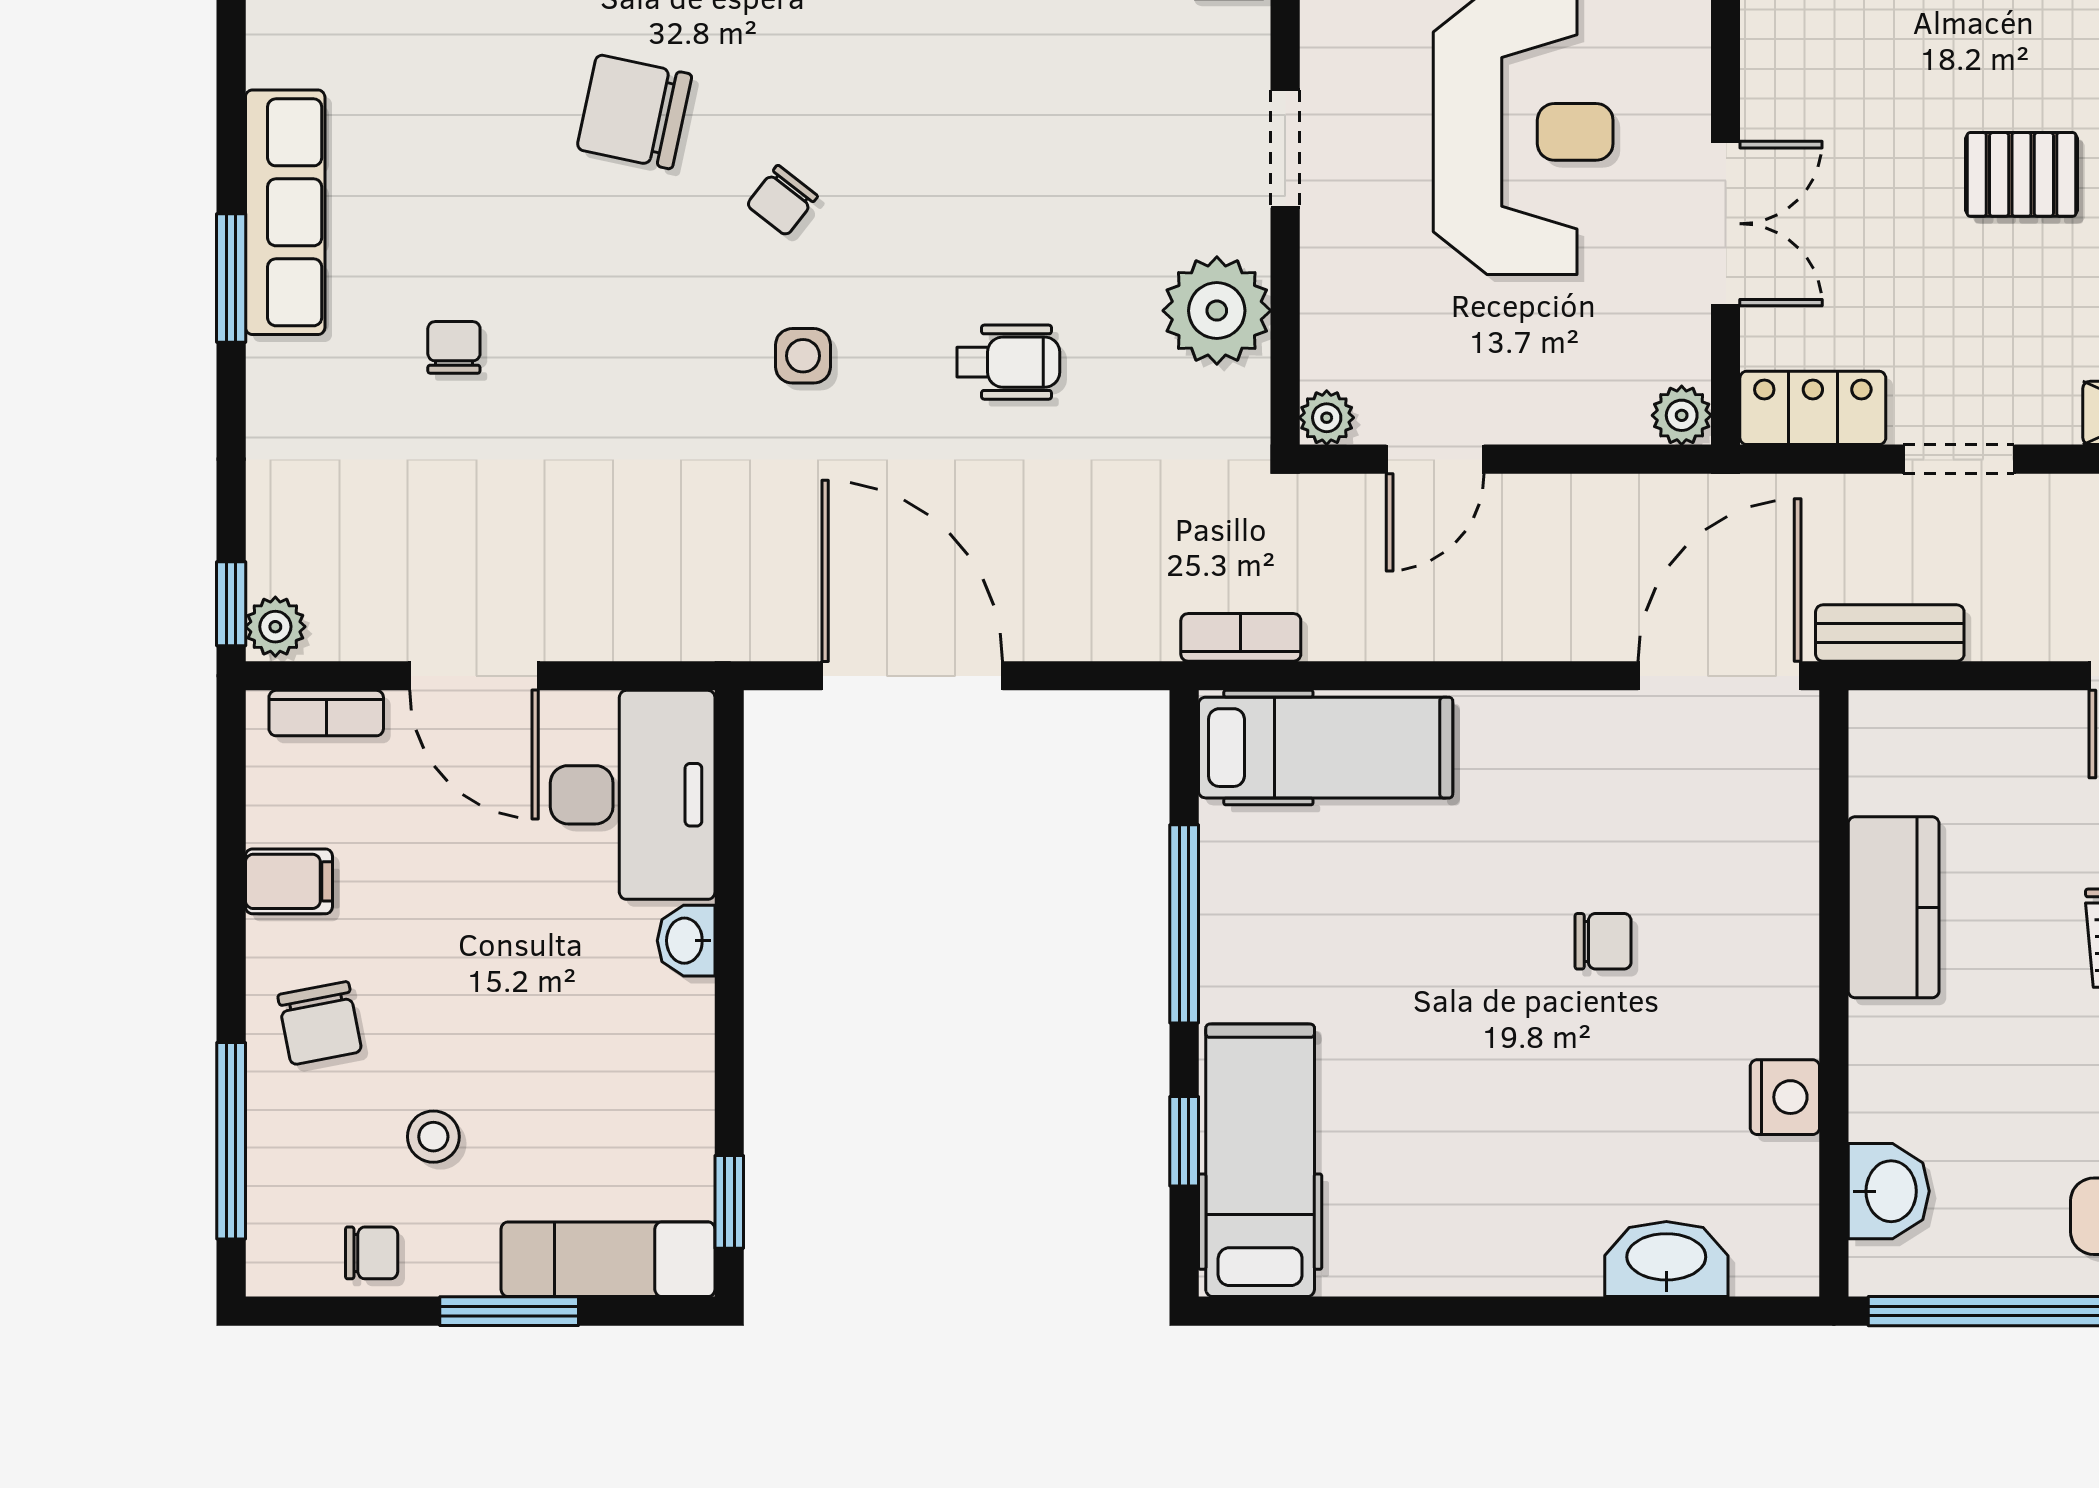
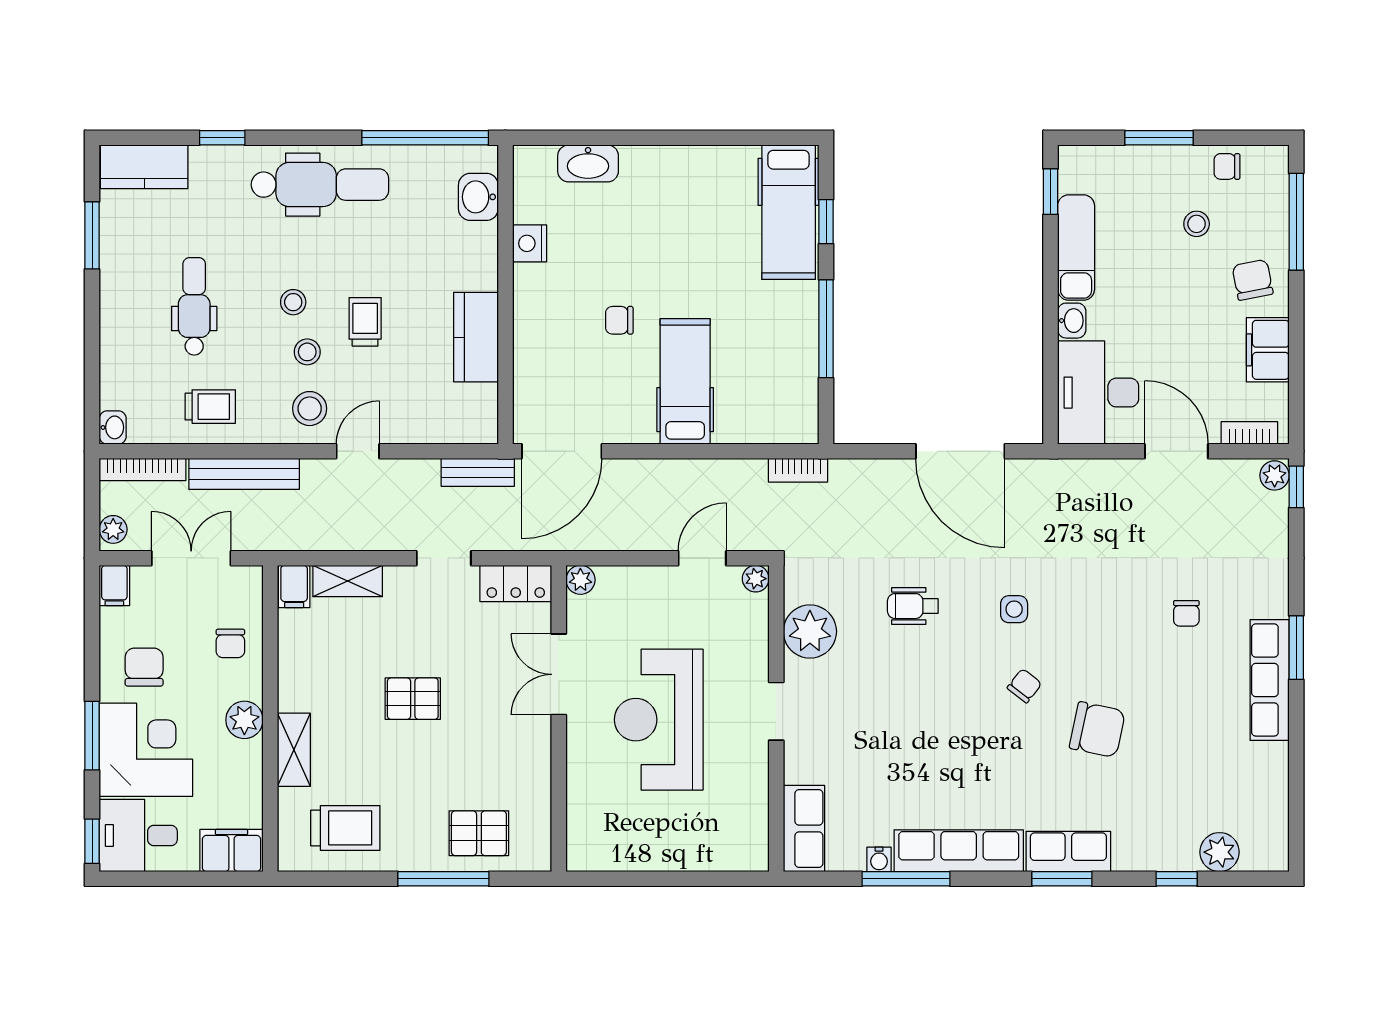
hospital bed: (1326, 748) -> (685, 381), moved, turned 90
filing cabinet: (289, 881) -> (1268, 350), width x2.00
exam couch: (608, 1259) -> (1076, 248), moved, turned -90

